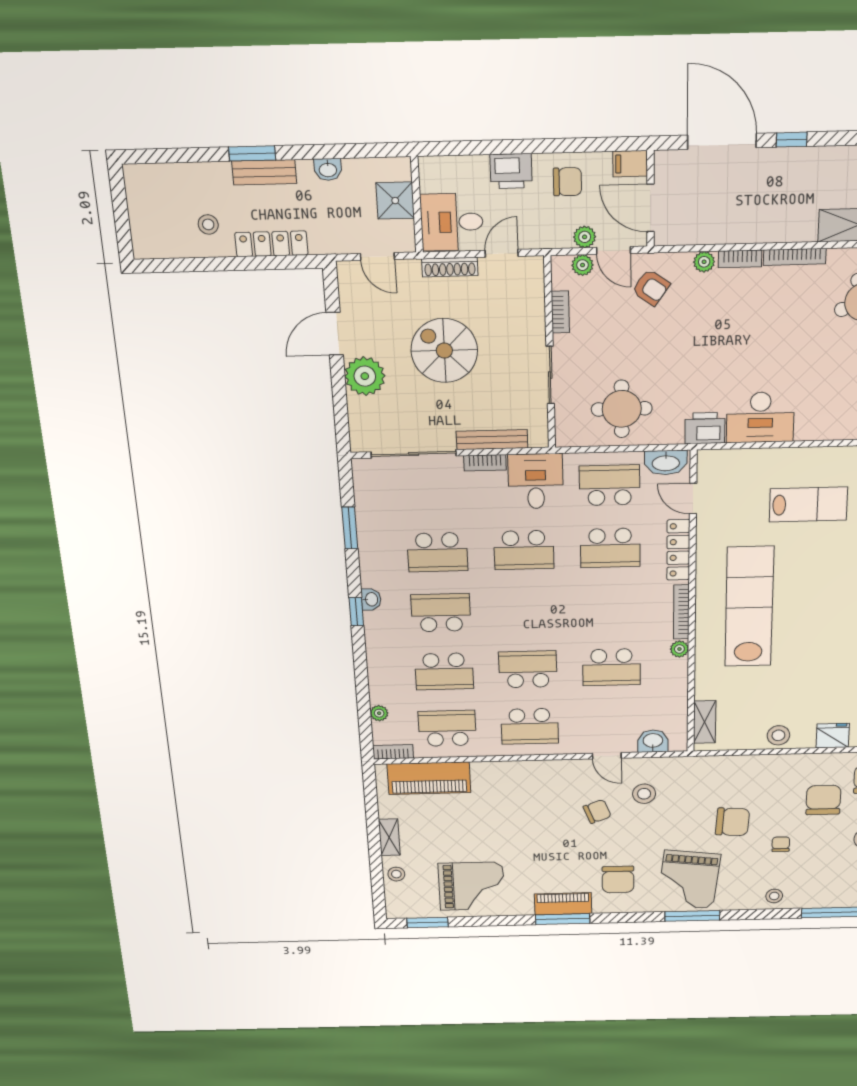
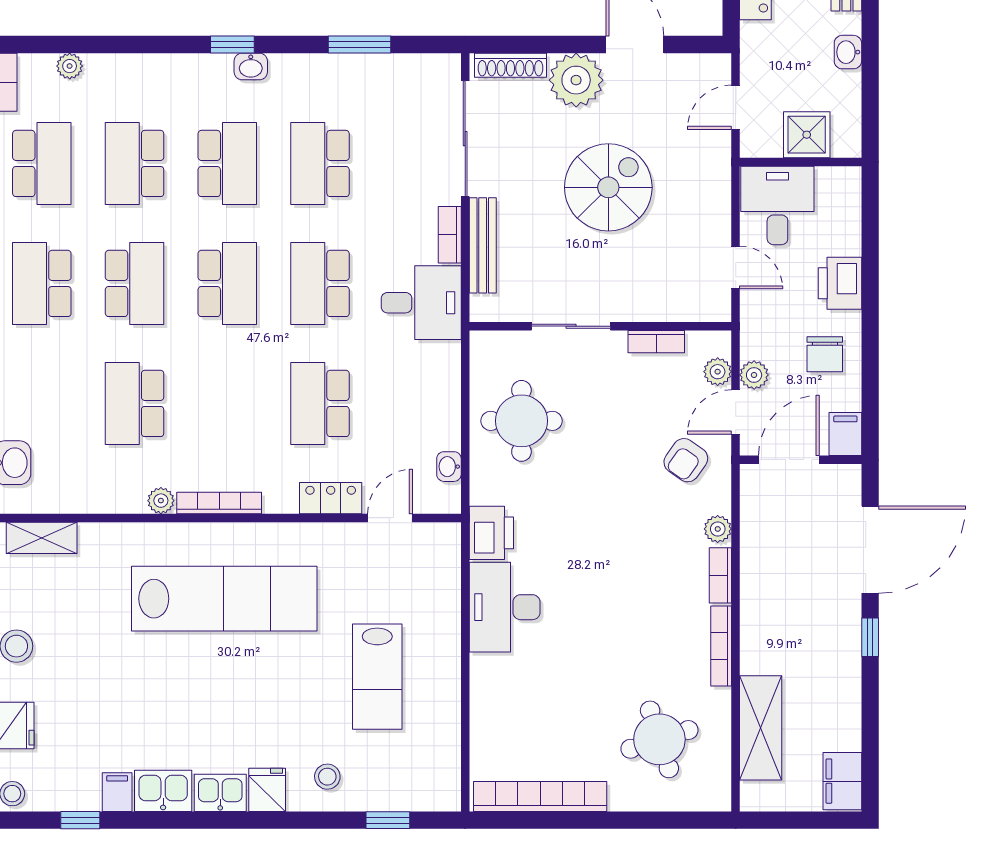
shoe rack: (450, 267) -> (510, 65), moved, turned -90
washbasin: (666, 463) -> (449, 467), width x0.52, depth x0.69
school desk: (609, 485) -> (227, 283), moved
locker: (678, 550) -> (331, 498), width x0.66

